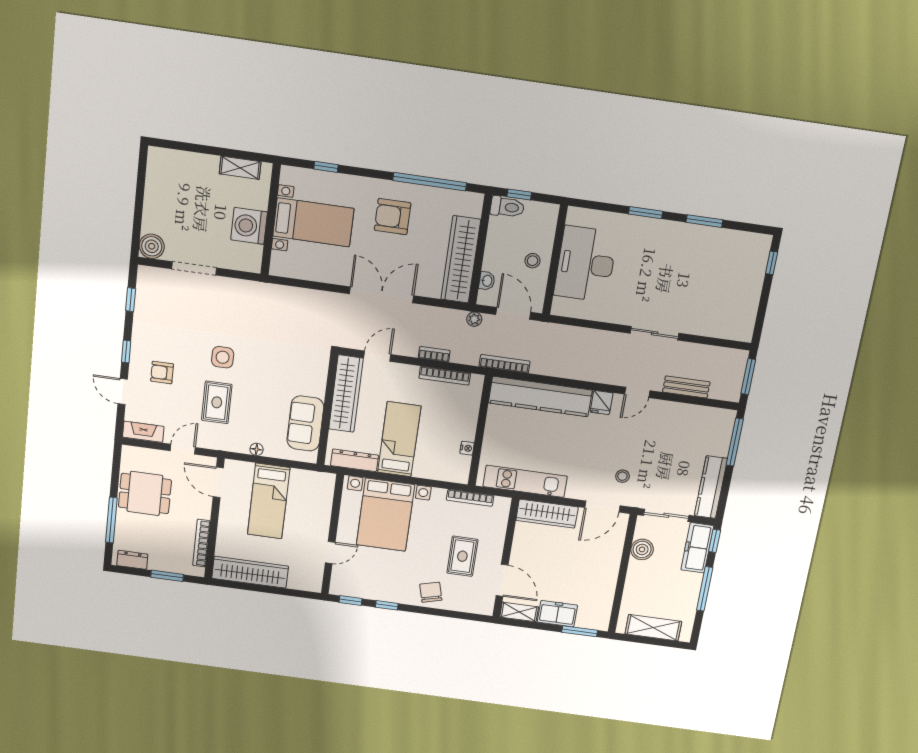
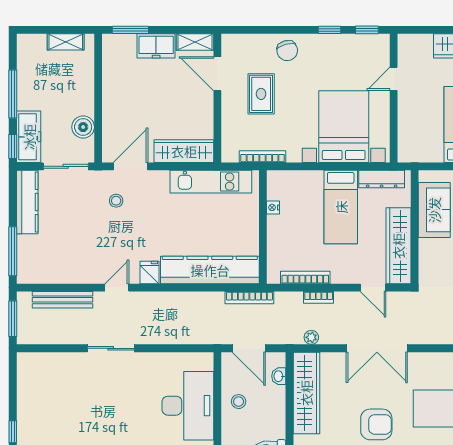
plant: (474, 319) -> (311, 337), moved
door: (377, 356) -> (373, 288), hinge flipped
bench: (686, 387) -> (62, 300), width x1.36
shelving: (653, 628) -> (66, 42), width x0.67, depth x0.75

